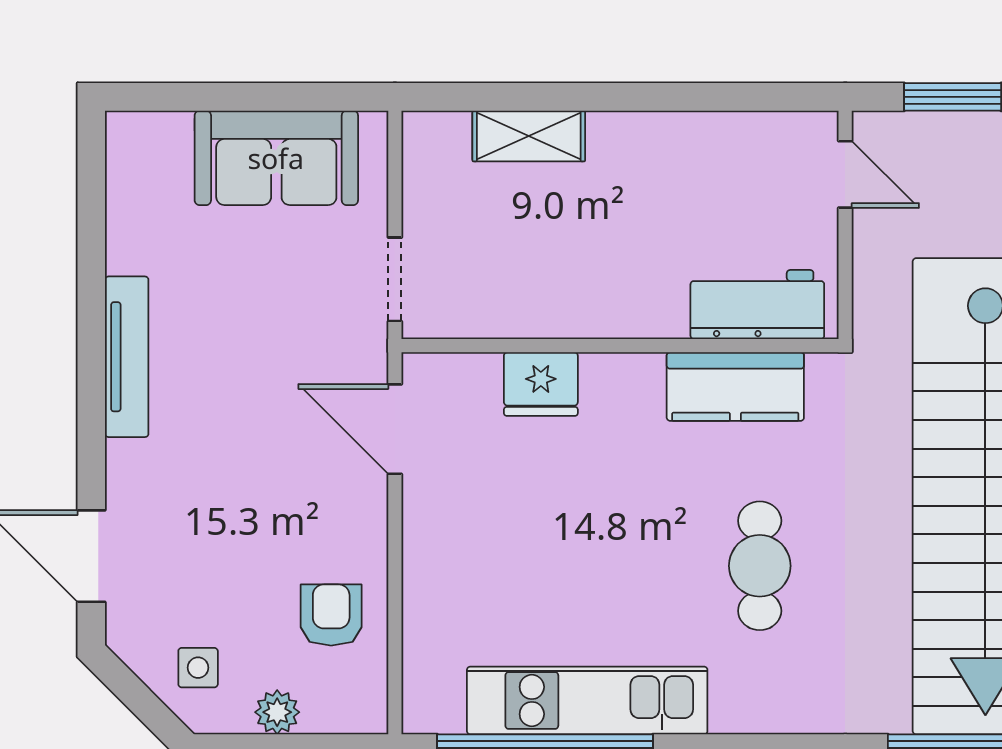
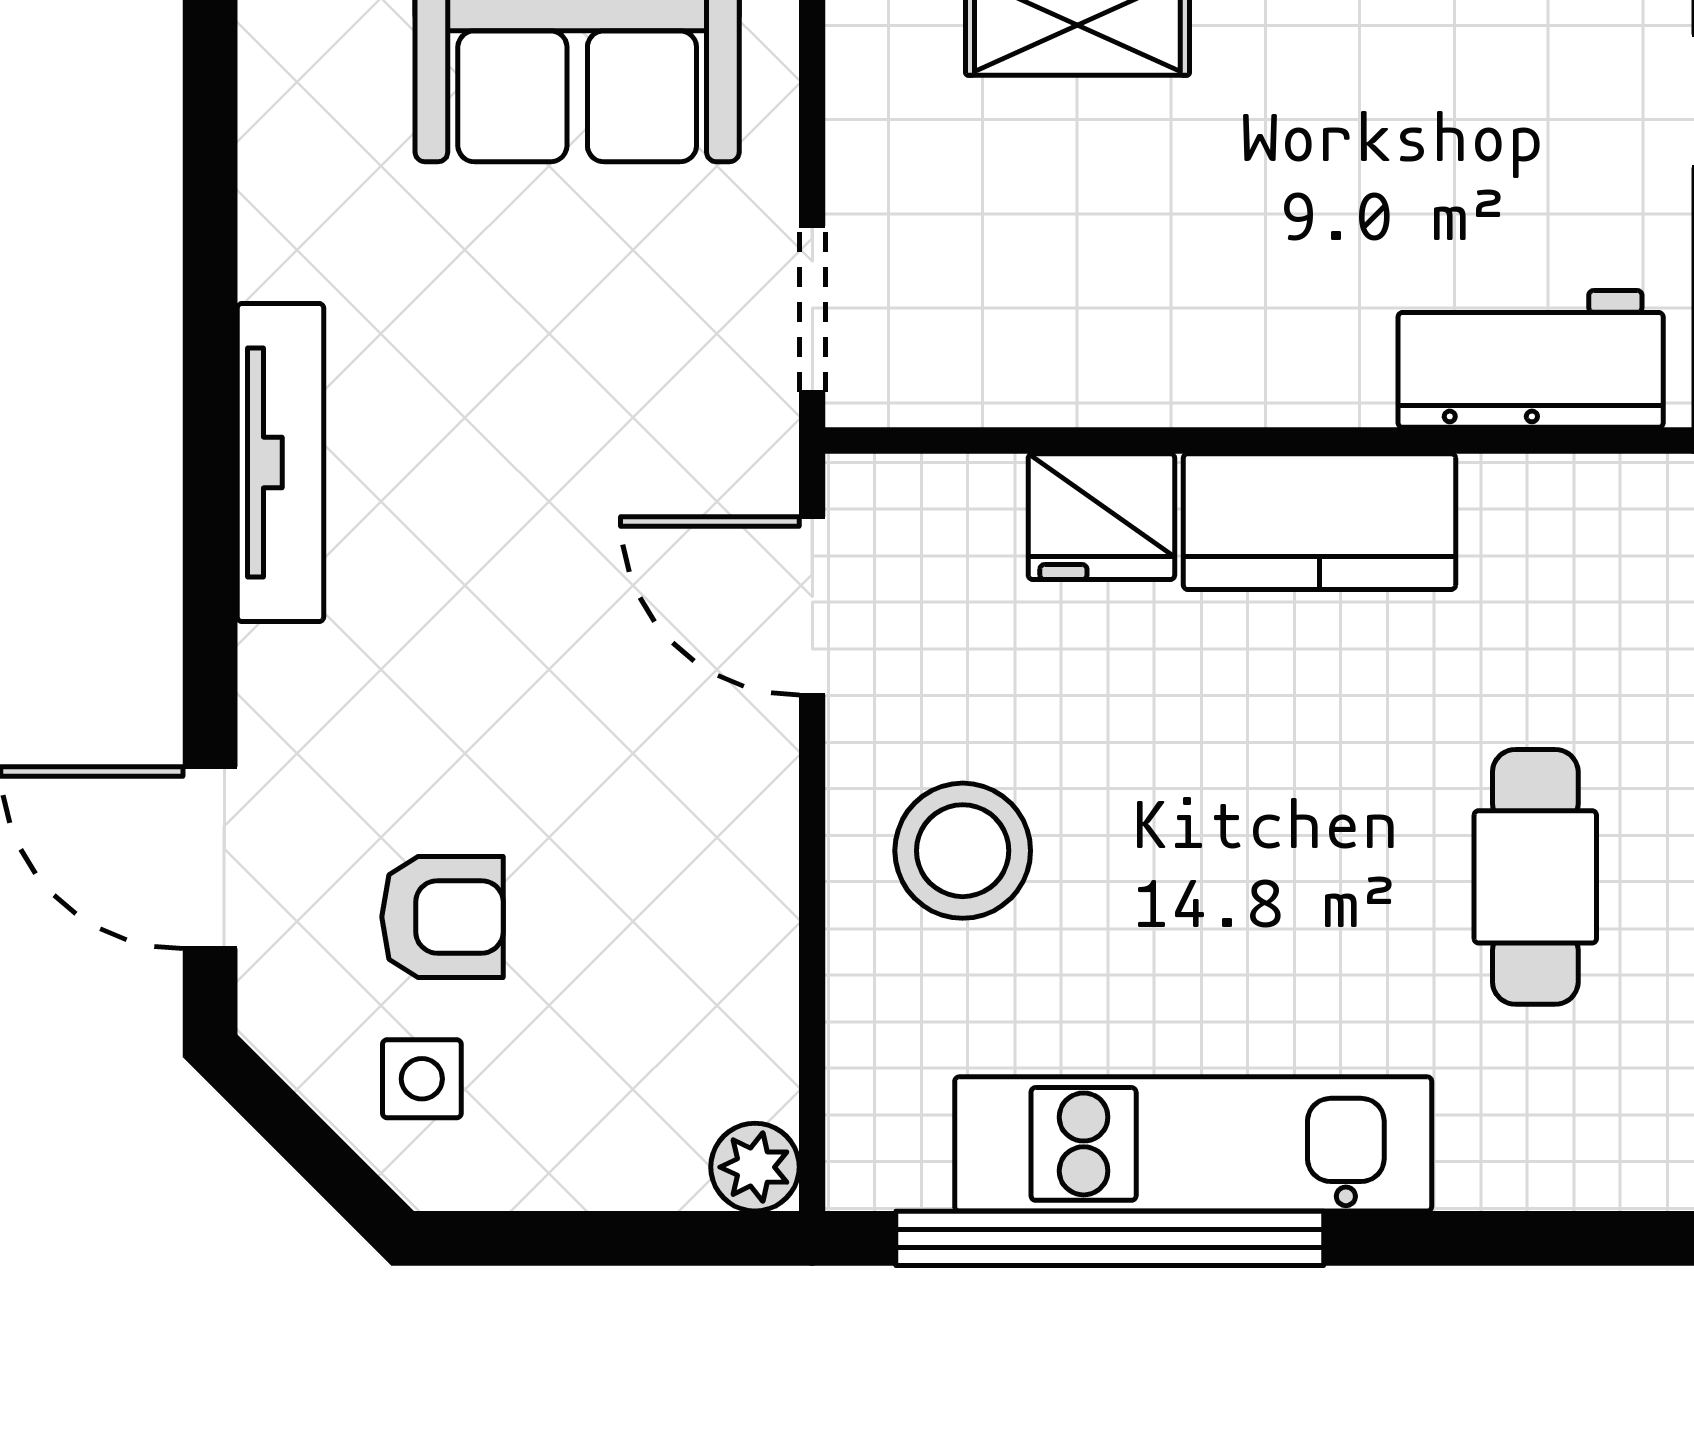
kitchen counter: (735, 387) -> (1319, 522), moved
stool: (471, 553) -> (963, 851), added
armchair: (331, 615) -> (442, 917), moved, turned 90
plant: (277, 712) -> (755, 1167), moved

